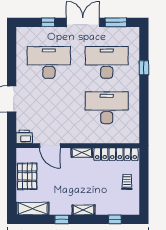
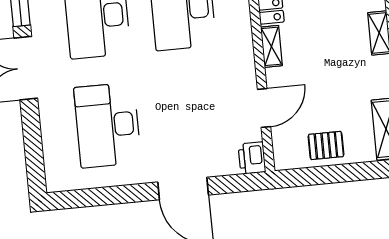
window: (48, 22) -> (32, 134), removed
pallet: (27, 176) -> (326, 145), width x0.67, depth x0.71

